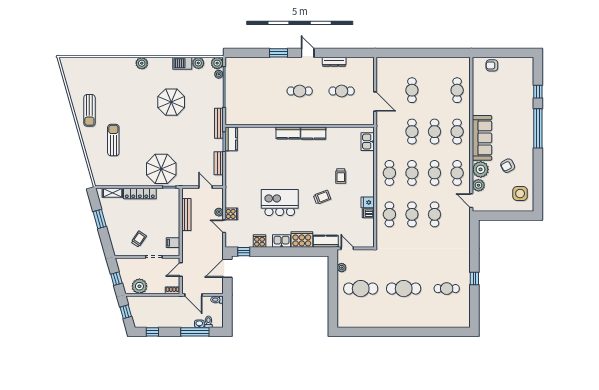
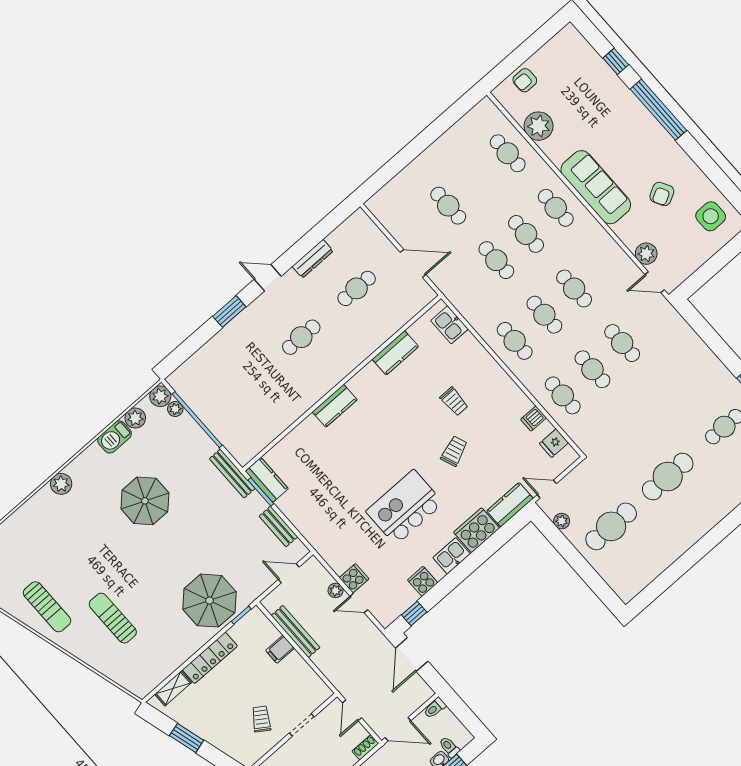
kitchen counter: (313, 133) -> (395, 353), moved
plant: (481, 169) -> (539, 126), moved
cafe table: (457, 173) -> (604, 262), removed
fridge: (368, 202) -> (554, 443), moved
filing cabinet: (173, 243) -> (280, 649), moved

